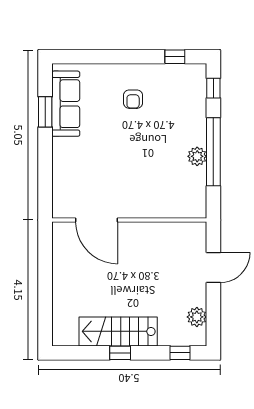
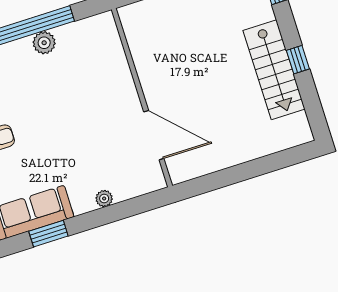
plant: (59, 165) -> (104, 199), added
door: (97, 220) -> (154, 135), hinge flipped

